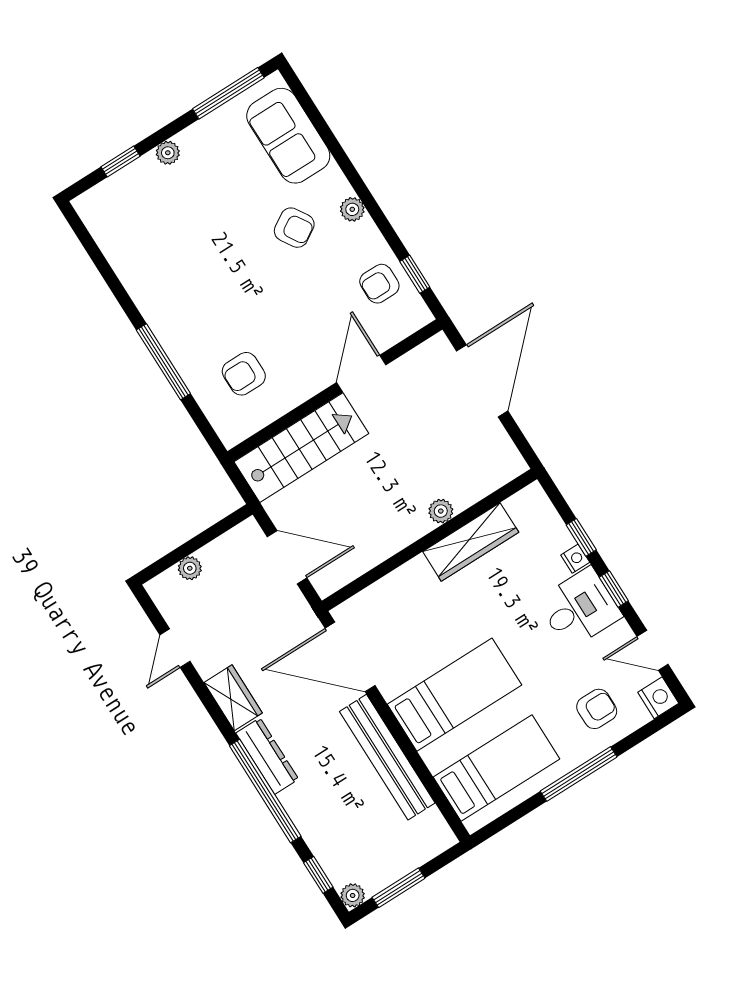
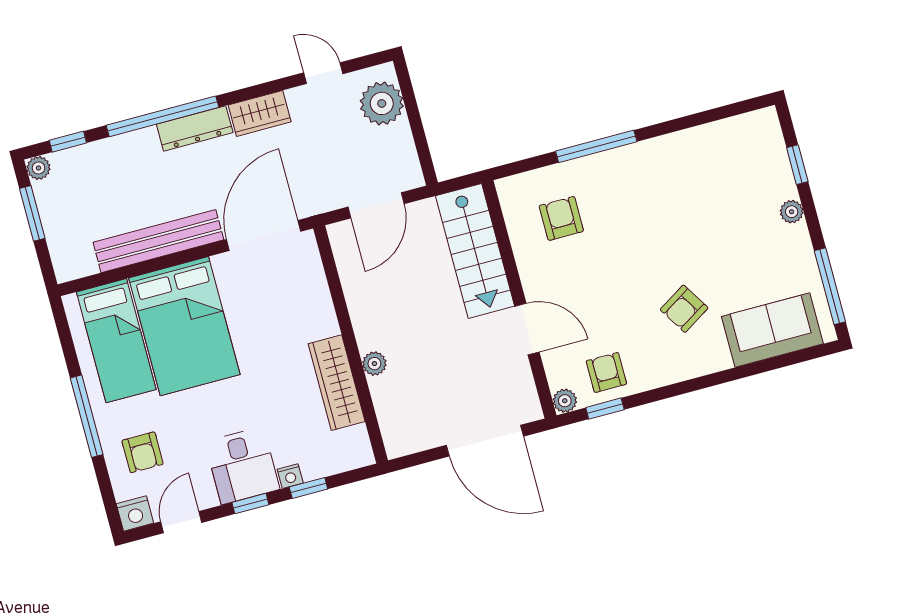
plant: (352, 209) -> (565, 401), moved
plant: (190, 568) -> (382, 103), width x1.87, depth x1.87
bed: (454, 695) -> (184, 326), width x1.50

